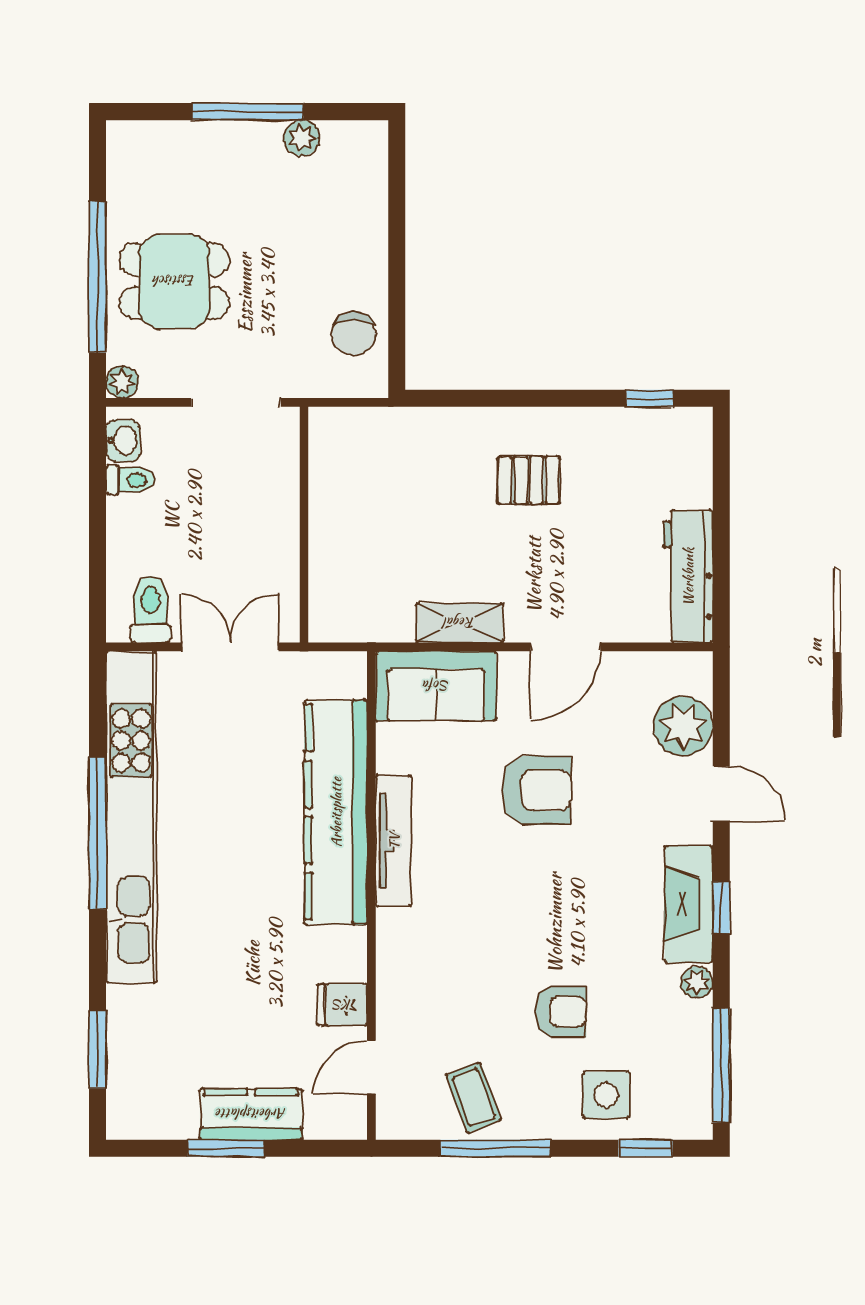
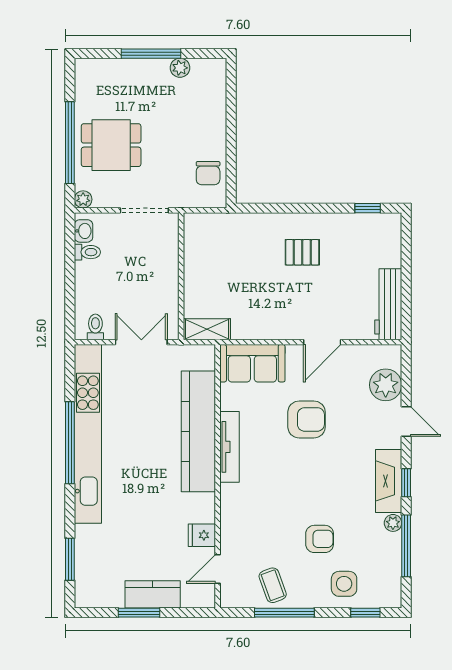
toilet: (150, 609) -> (95, 327), width x0.73, depth x0.72
shelving: (460, 623) -> (207, 329), moved
window: (721, 1065) -> (406, 546), moved

